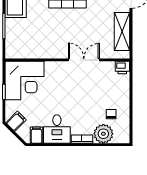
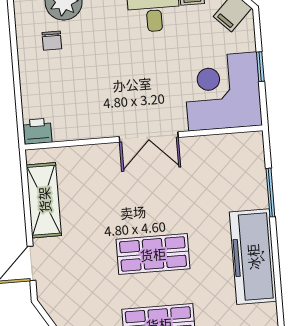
double door: (84, 60) -> (149, 137), moved

